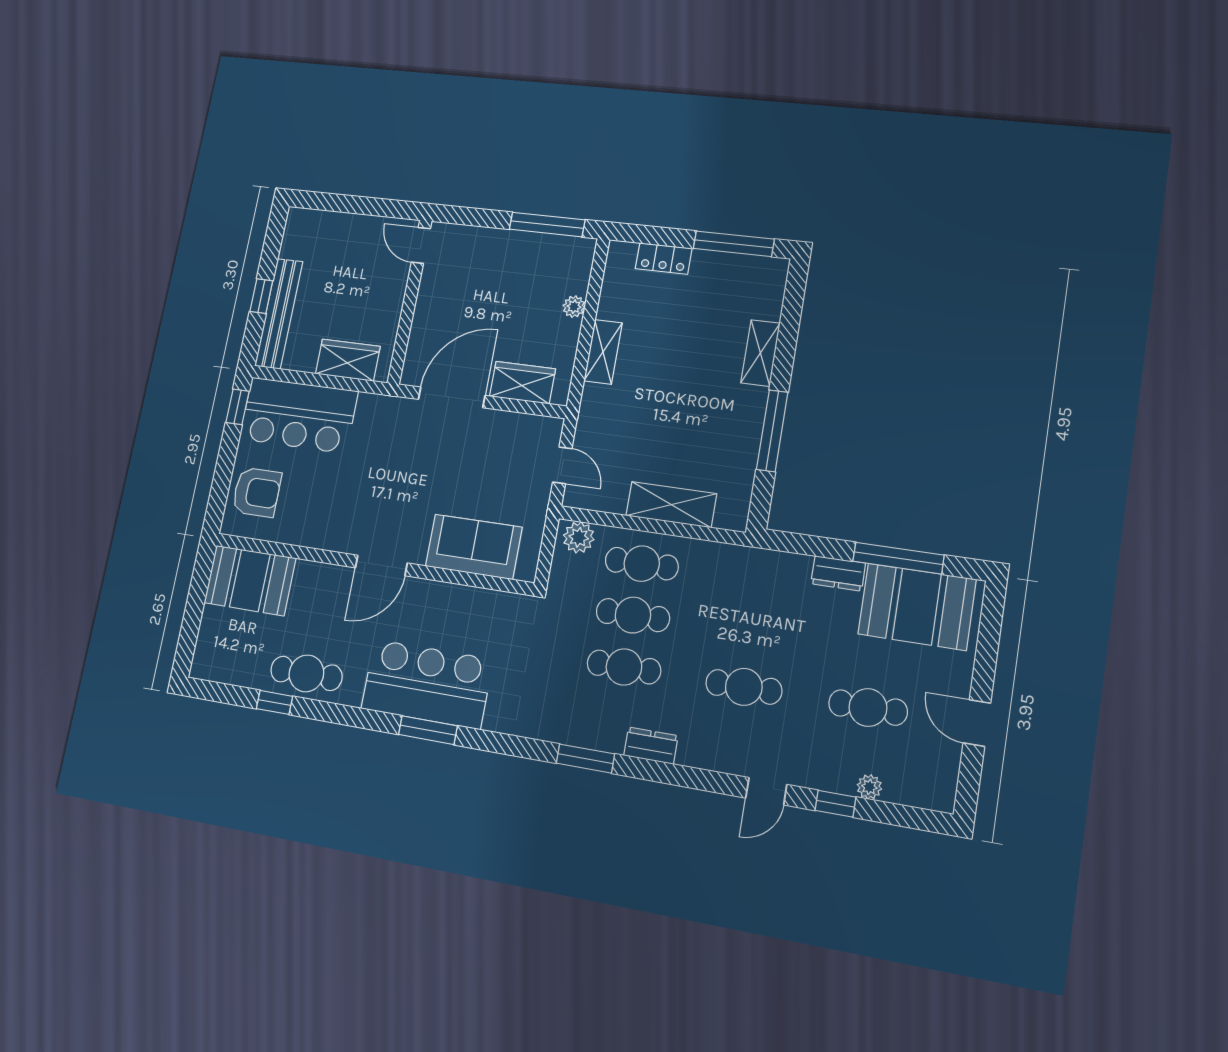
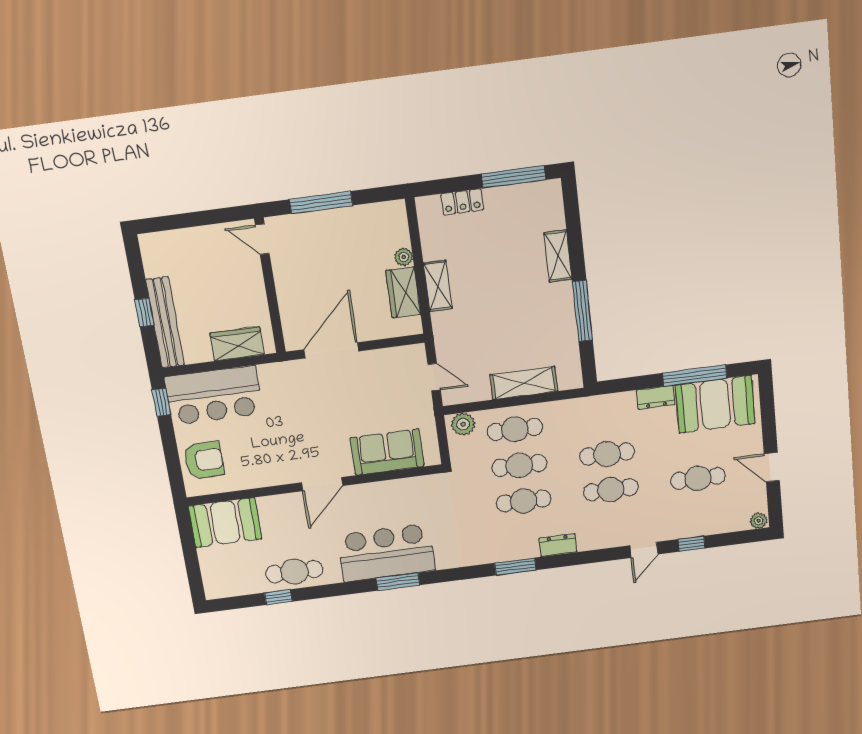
window: (547, 225) -> (321, 202), moved
wardrobe: (522, 383) -> (403, 292), moved, turned -90
cafe table: (752, 634) -> (607, 454), added
plant: (869, 787) -> (759, 521), moved

